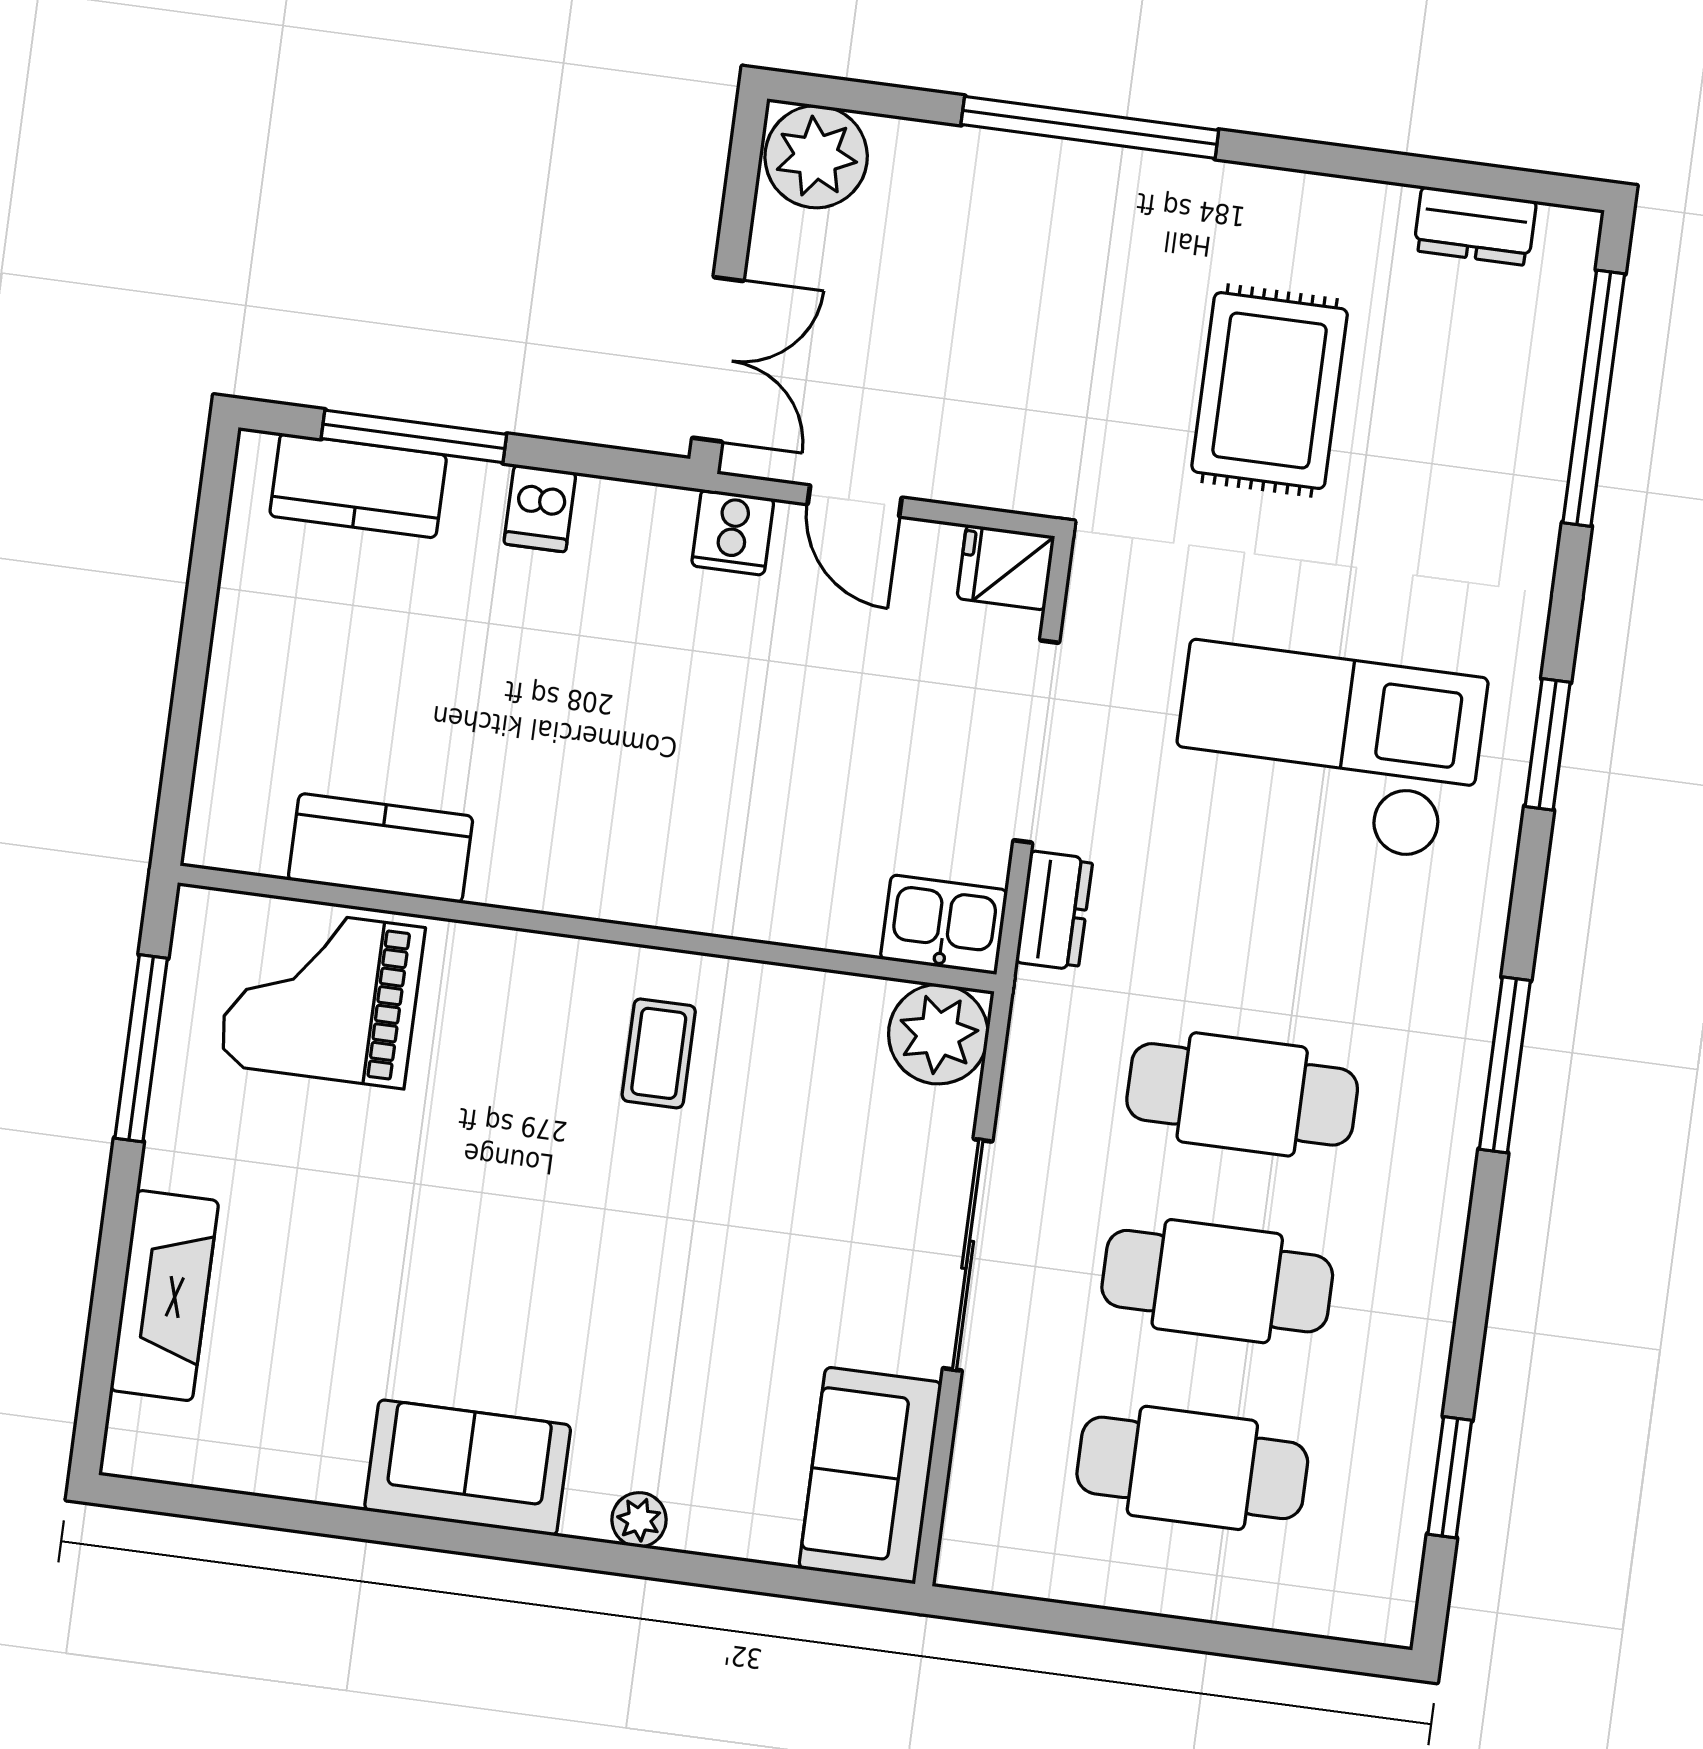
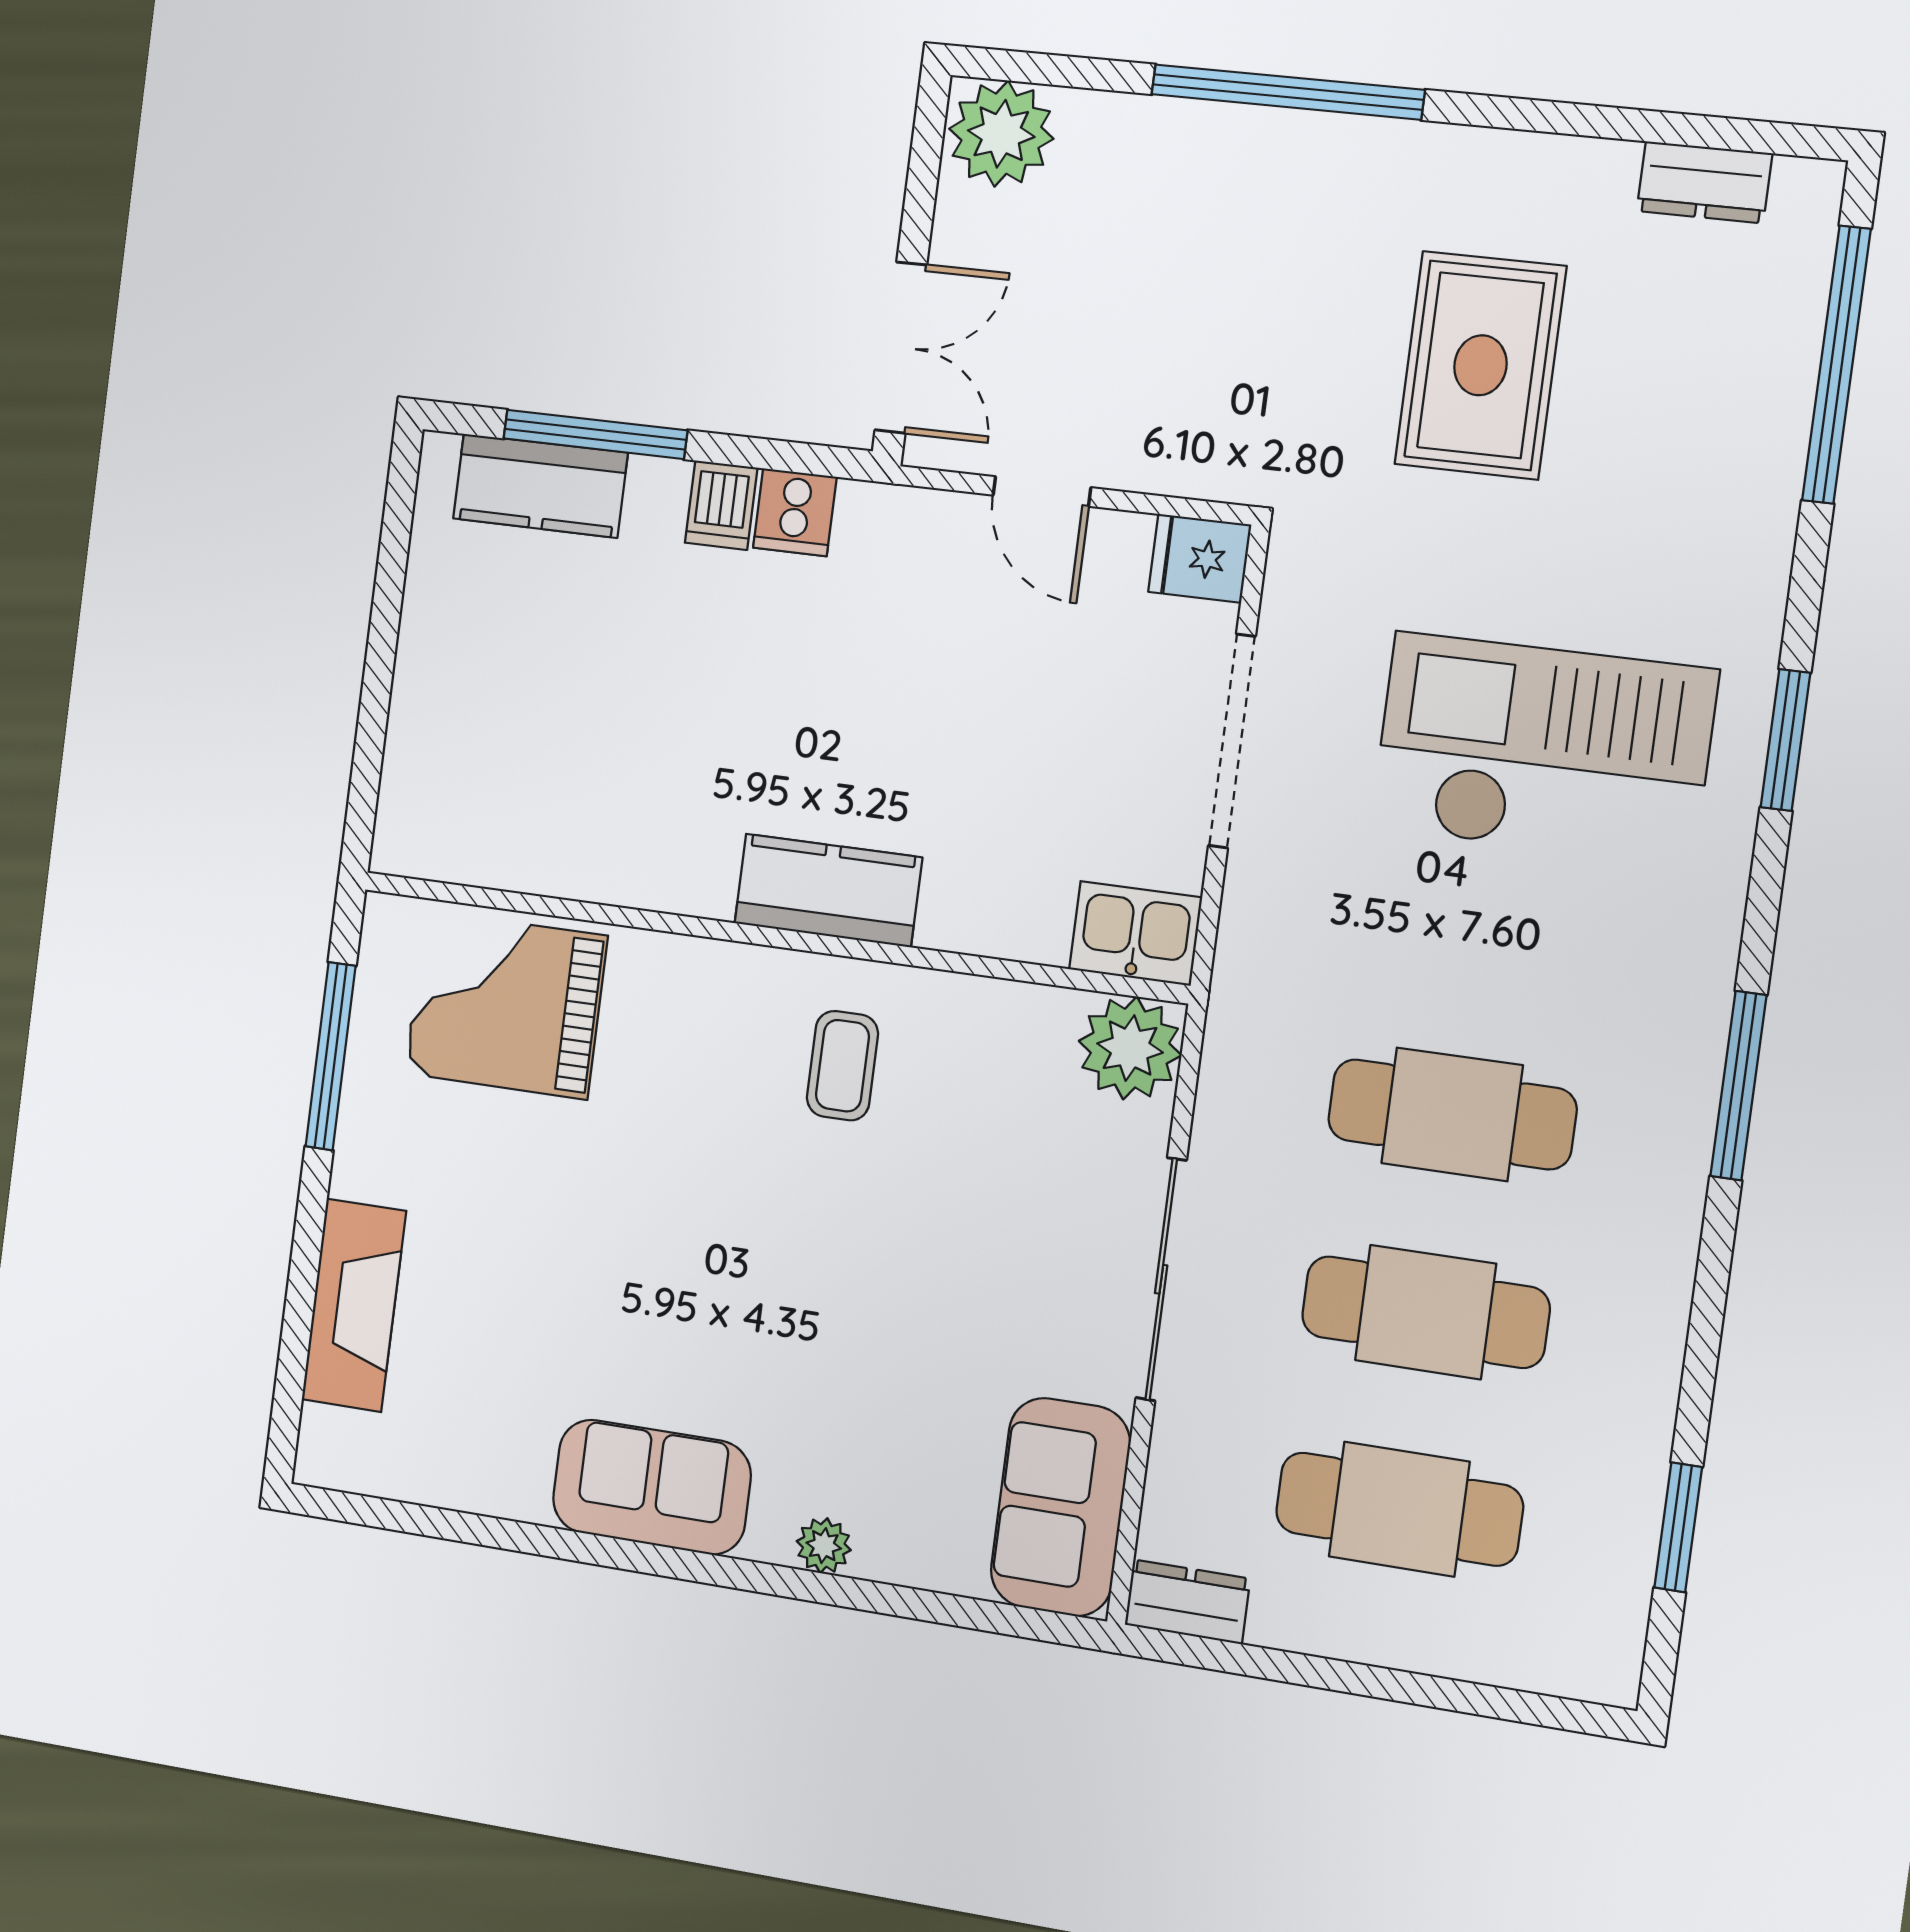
cooker: (733, 532) -> (795, 512), moved
kitchen counter: (381, 848) -> (828, 890), moved
dresser: (1054, 911) -> (1187, 1602), moved, turned -90

